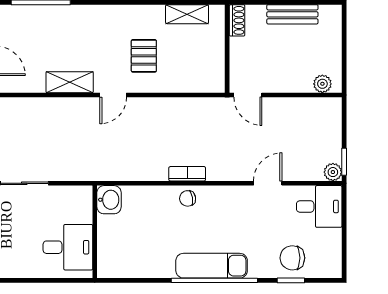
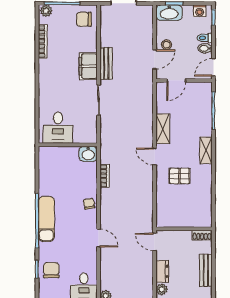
shelving: (187, 14) -> (206, 150), moved
dresser: (294, 83) -> (162, 271), added
door: (248, 95) -> (155, 242), hinge flipped
bookcase: (187, 174) -> (105, 176), moved
door: (268, 183) -> (99, 238), moved

